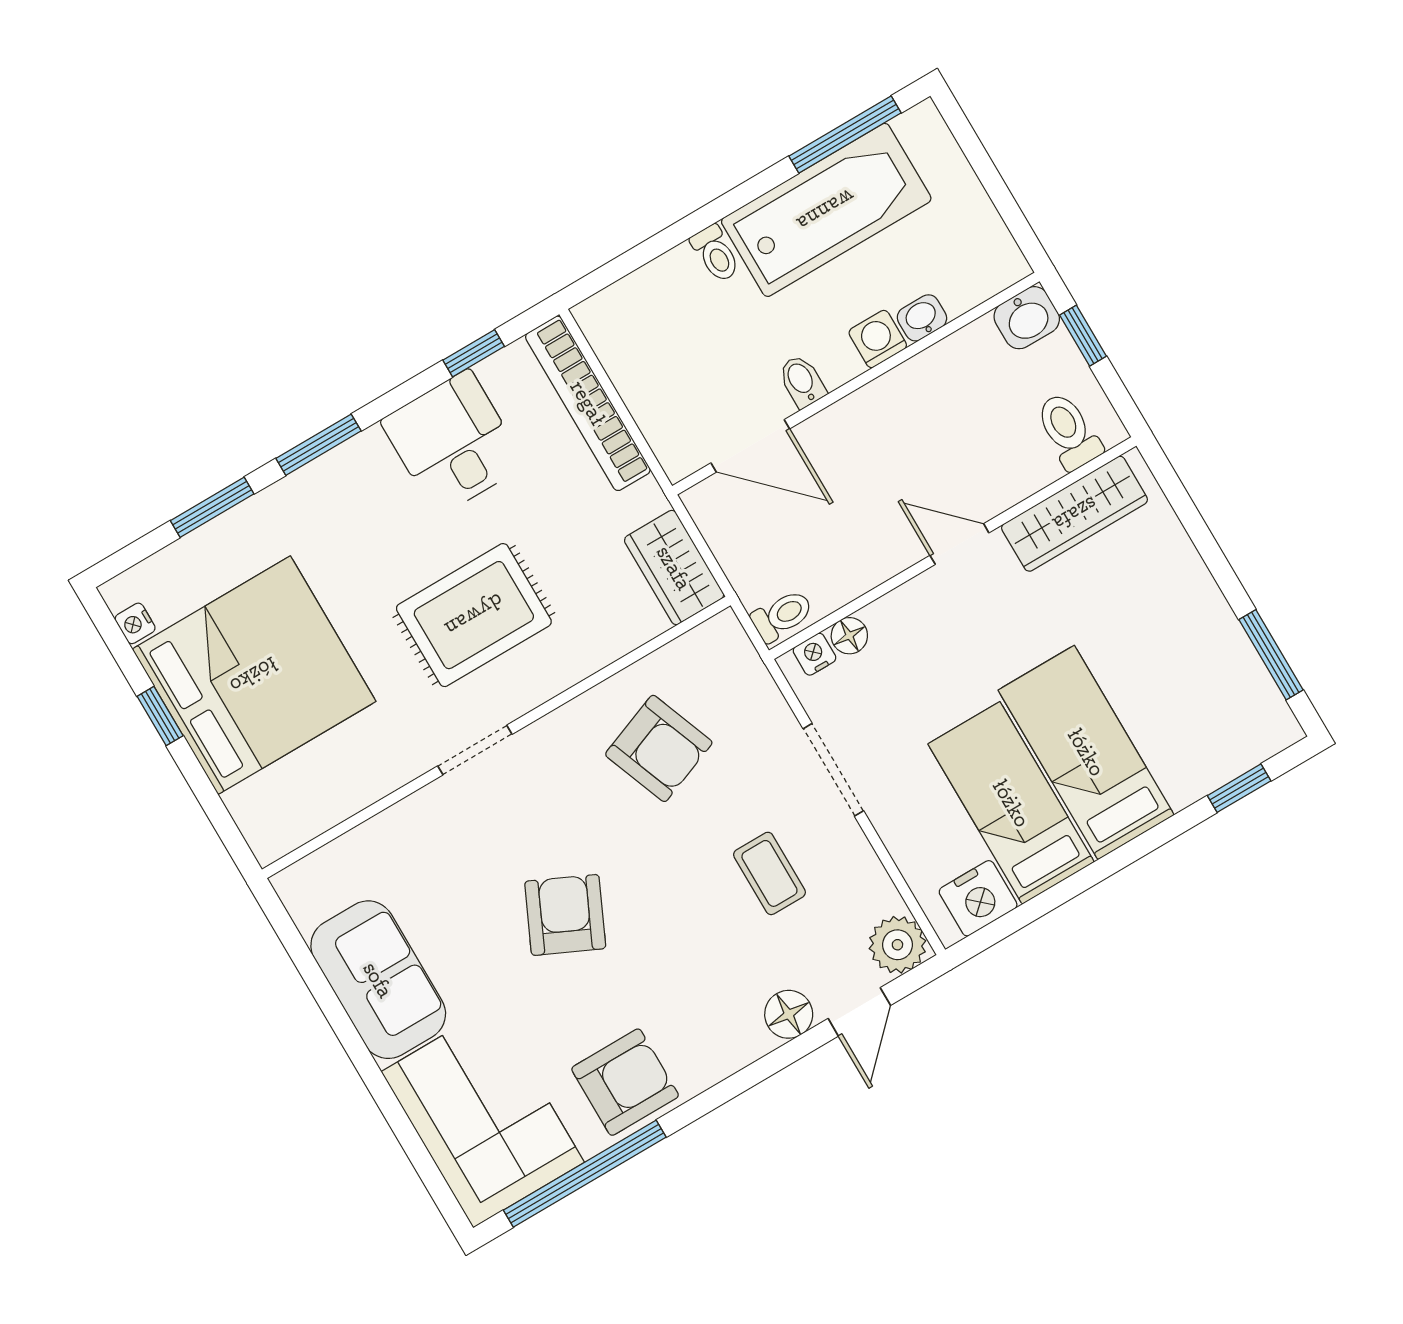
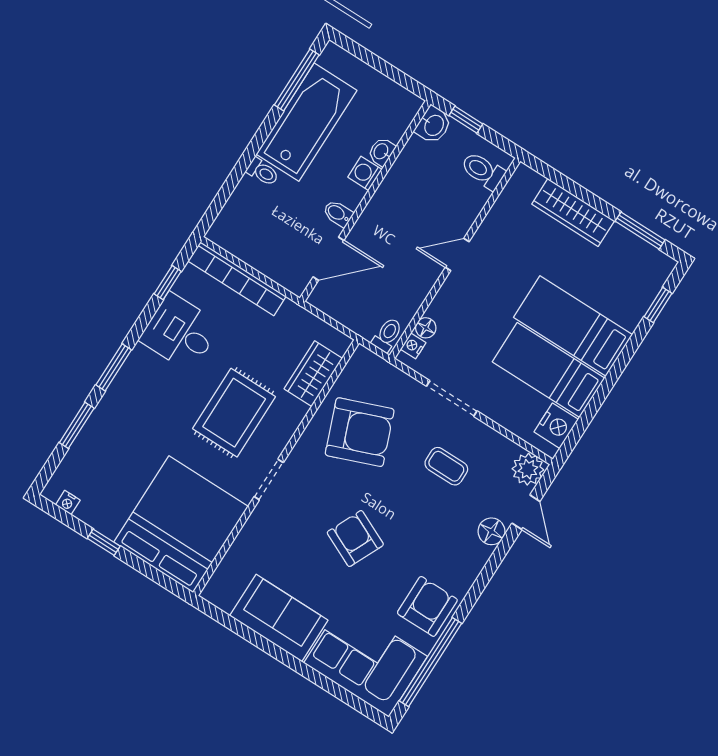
wardrobe: (1075, 514) -> (573, 212), moved, turned 90
wardrobe: (674, 568) -> (313, 374), moved, turned 90
bed: (254, 675) -> (181, 524), moved
armchair: (659, 748) -> (360, 432), width x1.36, depth x1.36

